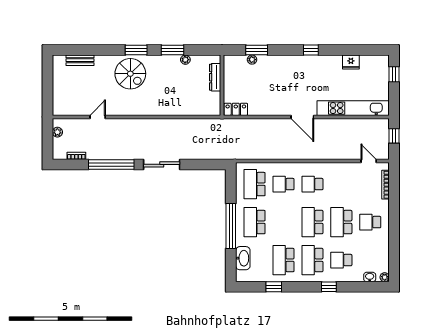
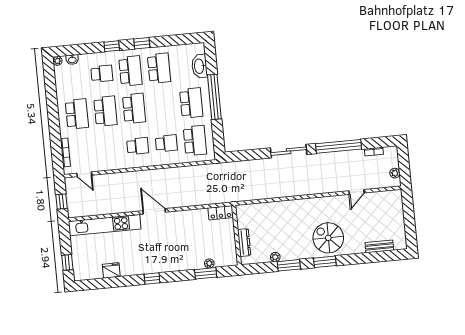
school desk: (370, 222) -> (77, 114), width x1.85
window: (274, 287) -> (142, 43), moved

